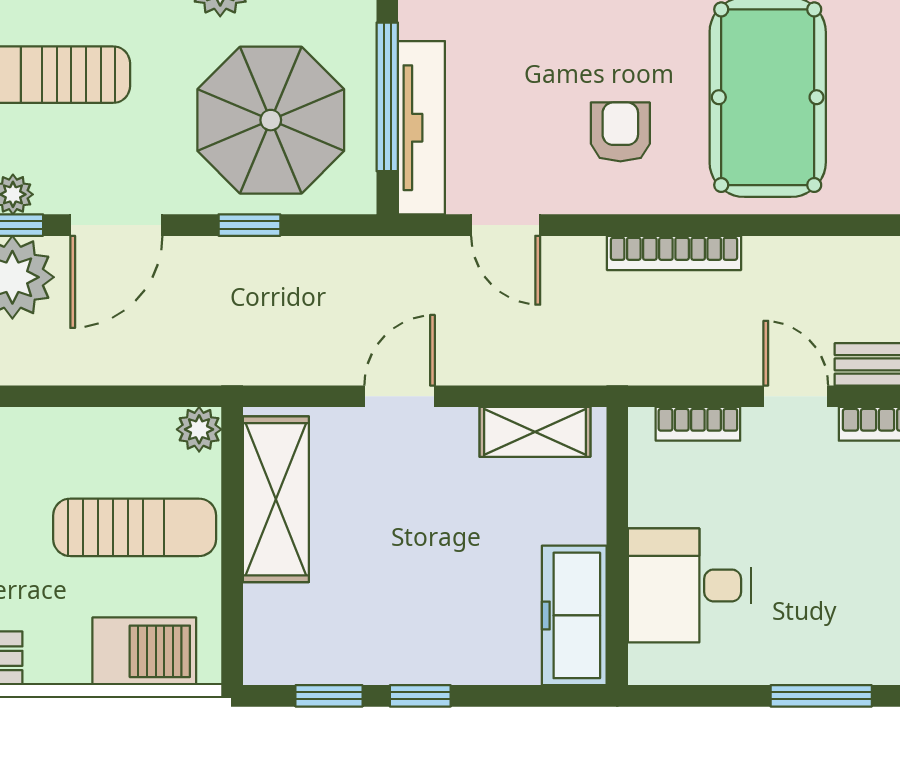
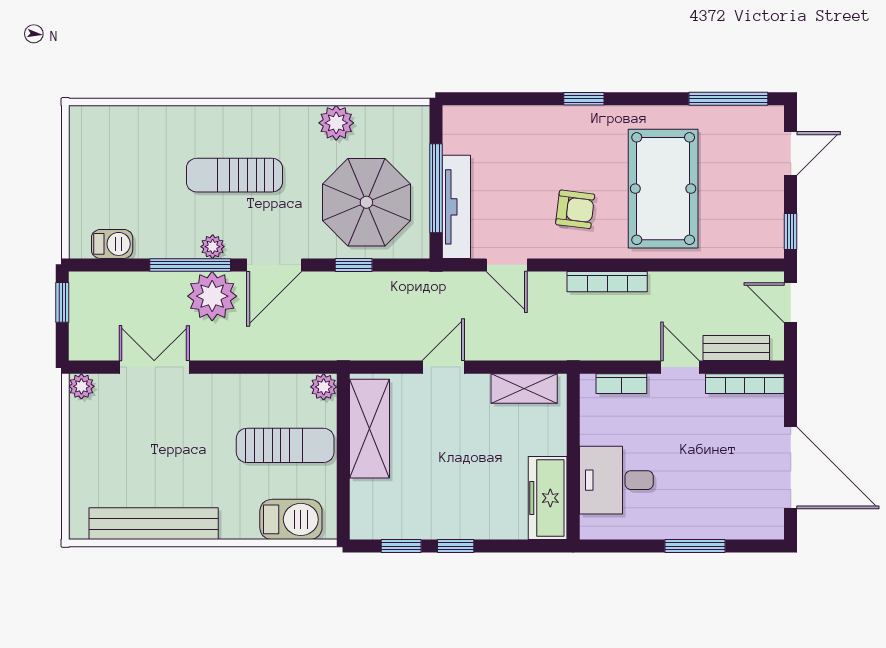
armchair: (620, 132) -> (575, 209), turned 97

